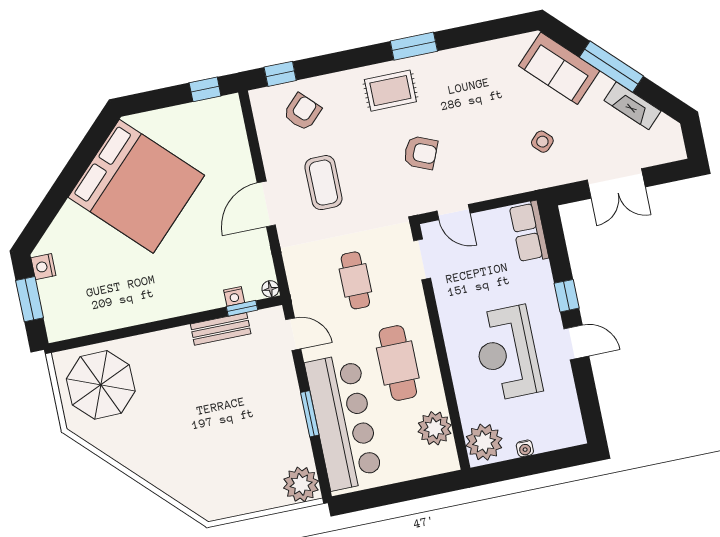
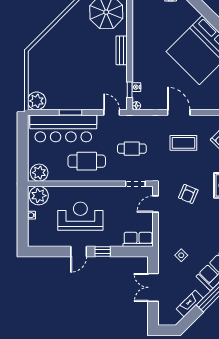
bench: (221, 329) -> (122, 50), moved
door: (293, 334) -> (112, 112), swing flipped
plant: (435, 428) -> (39, 173), moved

